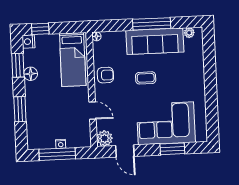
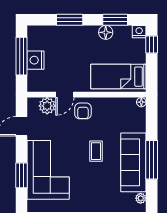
armchair: (105, 75) -> (83, 111), moved
plant: (105, 138) -> (47, 106), moved
nightstand: (61, 144) -> (35, 60), width x1.89, depth x1.79

